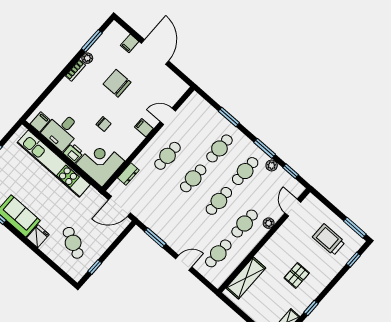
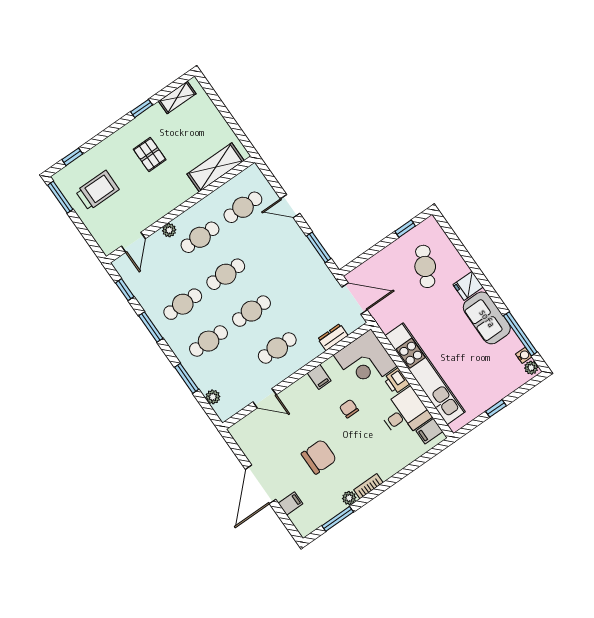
chair: (117, 83) -> (319, 457), turned -90
filing cabinet: (144, 128) -> (319, 377), moved
plant: (272, 165) -> (213, 397), moved
trolley: (329, 240) -> (97, 190), turned -90
pallet: (297, 275) -> (150, 154), turned 90

